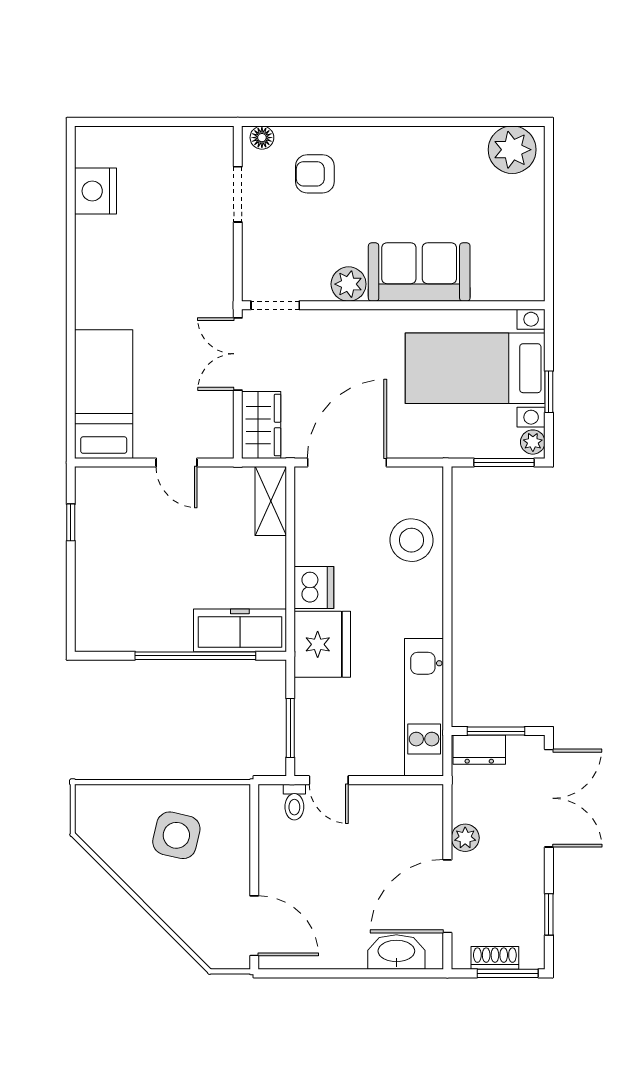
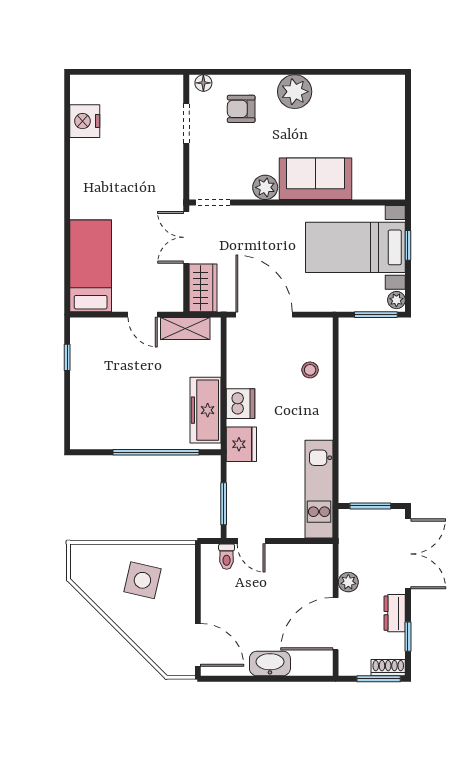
plant: (512, 150) -> (295, 92), moved
window: (549, 392) -> (408, 245), moved
door: (347, 462) -> (264, 315), hinge flipped
shelving: (271, 501) -> (185, 329), moved, turned 90
stool: (411, 540) -> (310, 370), width x0.53, depth x0.53
freezer: (240, 630) -> (205, 410), moved, turned -90
fridge: (322, 644) -> (241, 444), width x0.73, depth x0.75
dresser: (479, 750) -> (395, 613), moved, turned 90
washbasin: (396, 952) -> (270, 663), moved
shoe rack: (495, 958) -> (388, 668), moved

